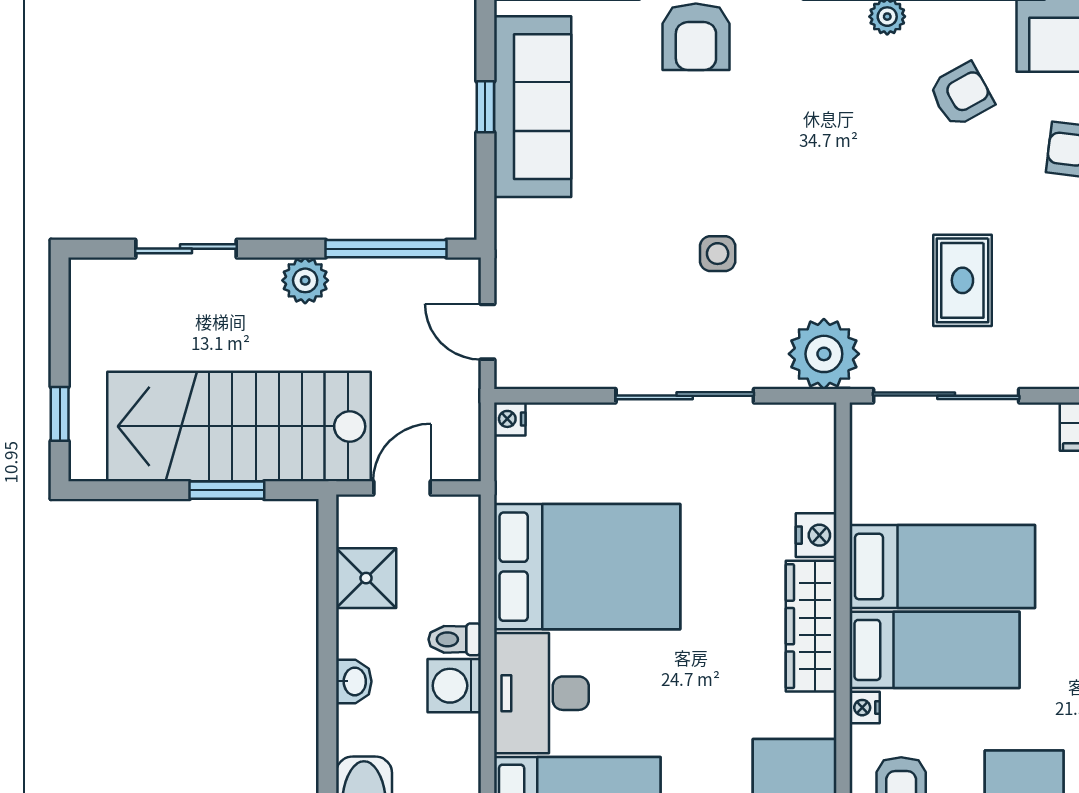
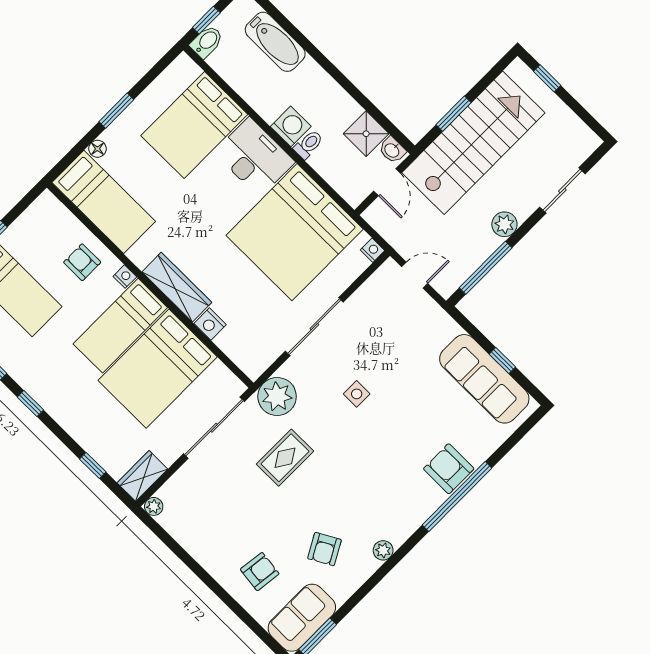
rug: (962, 280) -> (285, 458), moved, turned 90
bed: (587, 567) -> (295, 232), width x1.36
bed: (942, 567) -> (158, 369), width x1.50
washbasin: (354, 681) -> (392, 150), moved

